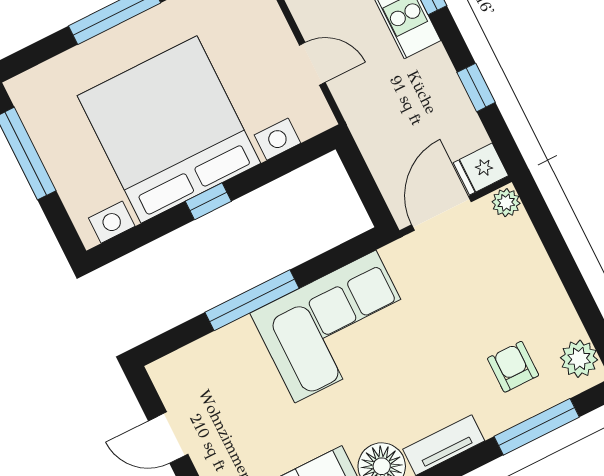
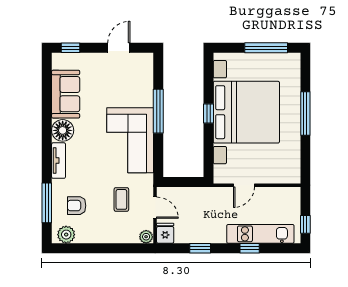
door: (441, 213) -> (155, 208), width x0.73
coffee table: (458, 286) -> (121, 199), added
armchair: (513, 367) -> (77, 206), turned 180

